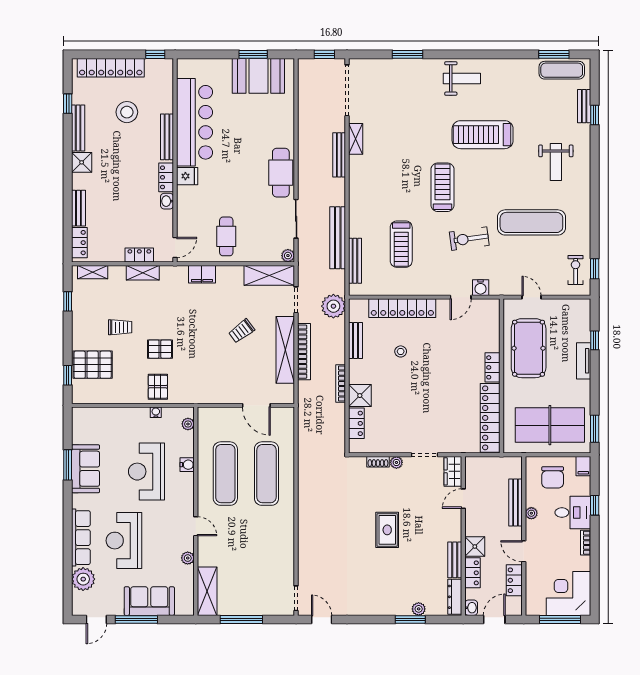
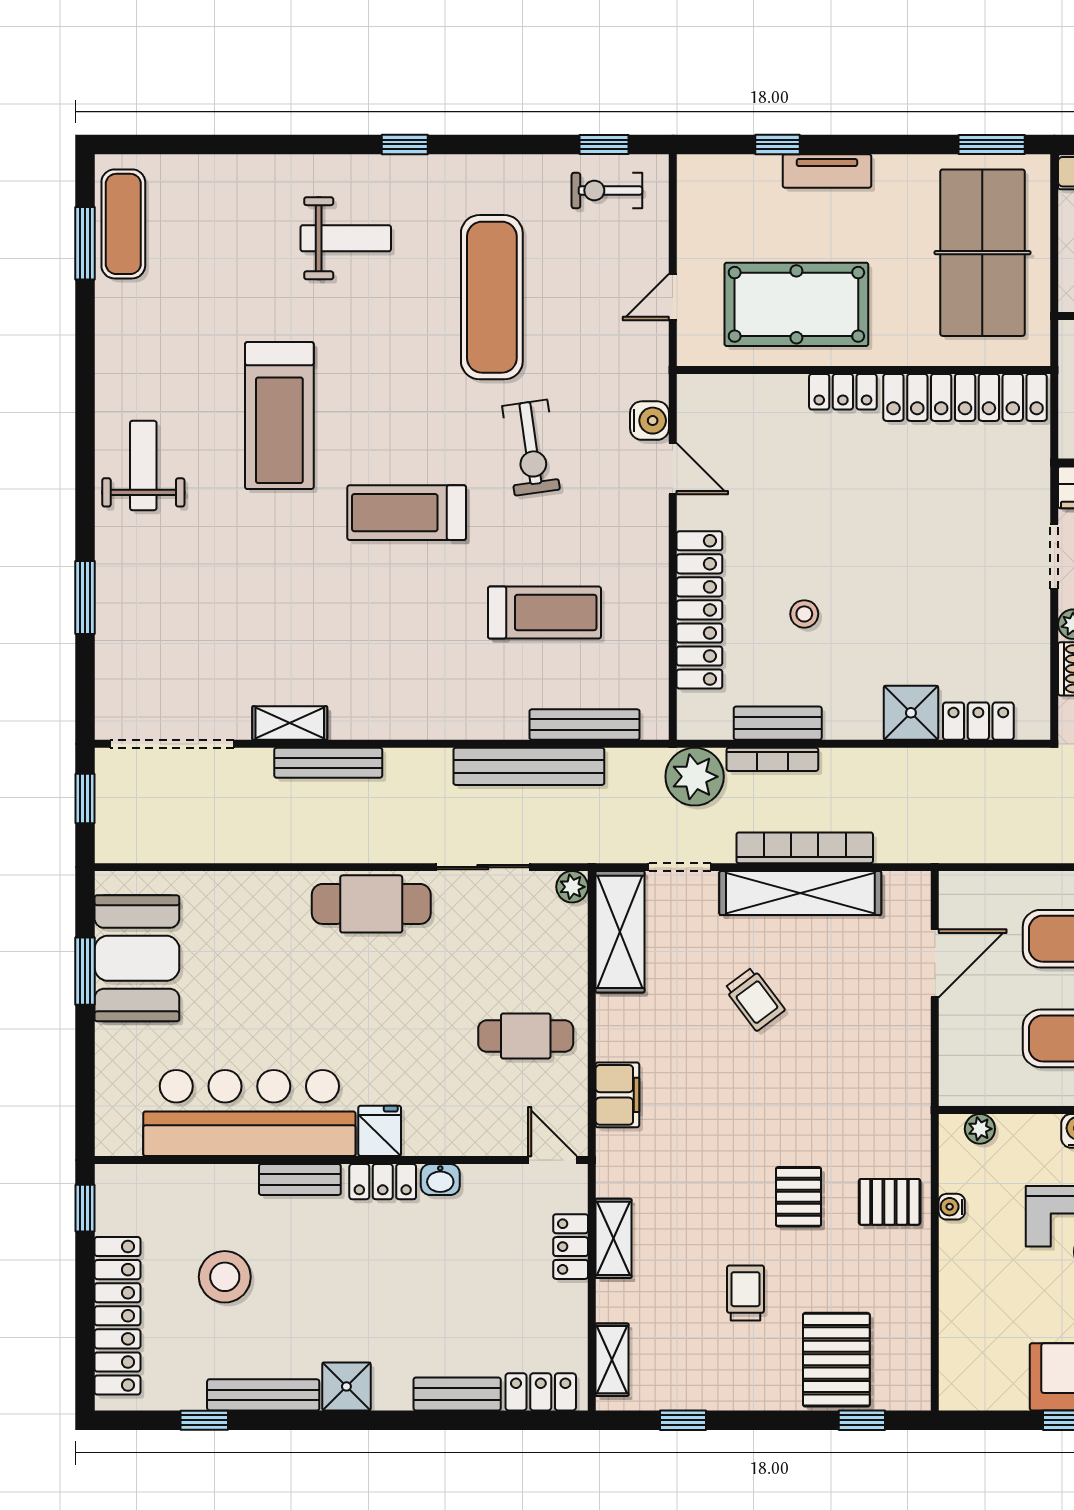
bench: (584, 106) -> (210, 170), removed
window: (595, 115) -> (405, 144), moved
bench: (167, 137) -> (300, 1179), width x0.73
bookcase: (341, 383) -> (772, 759), moved

